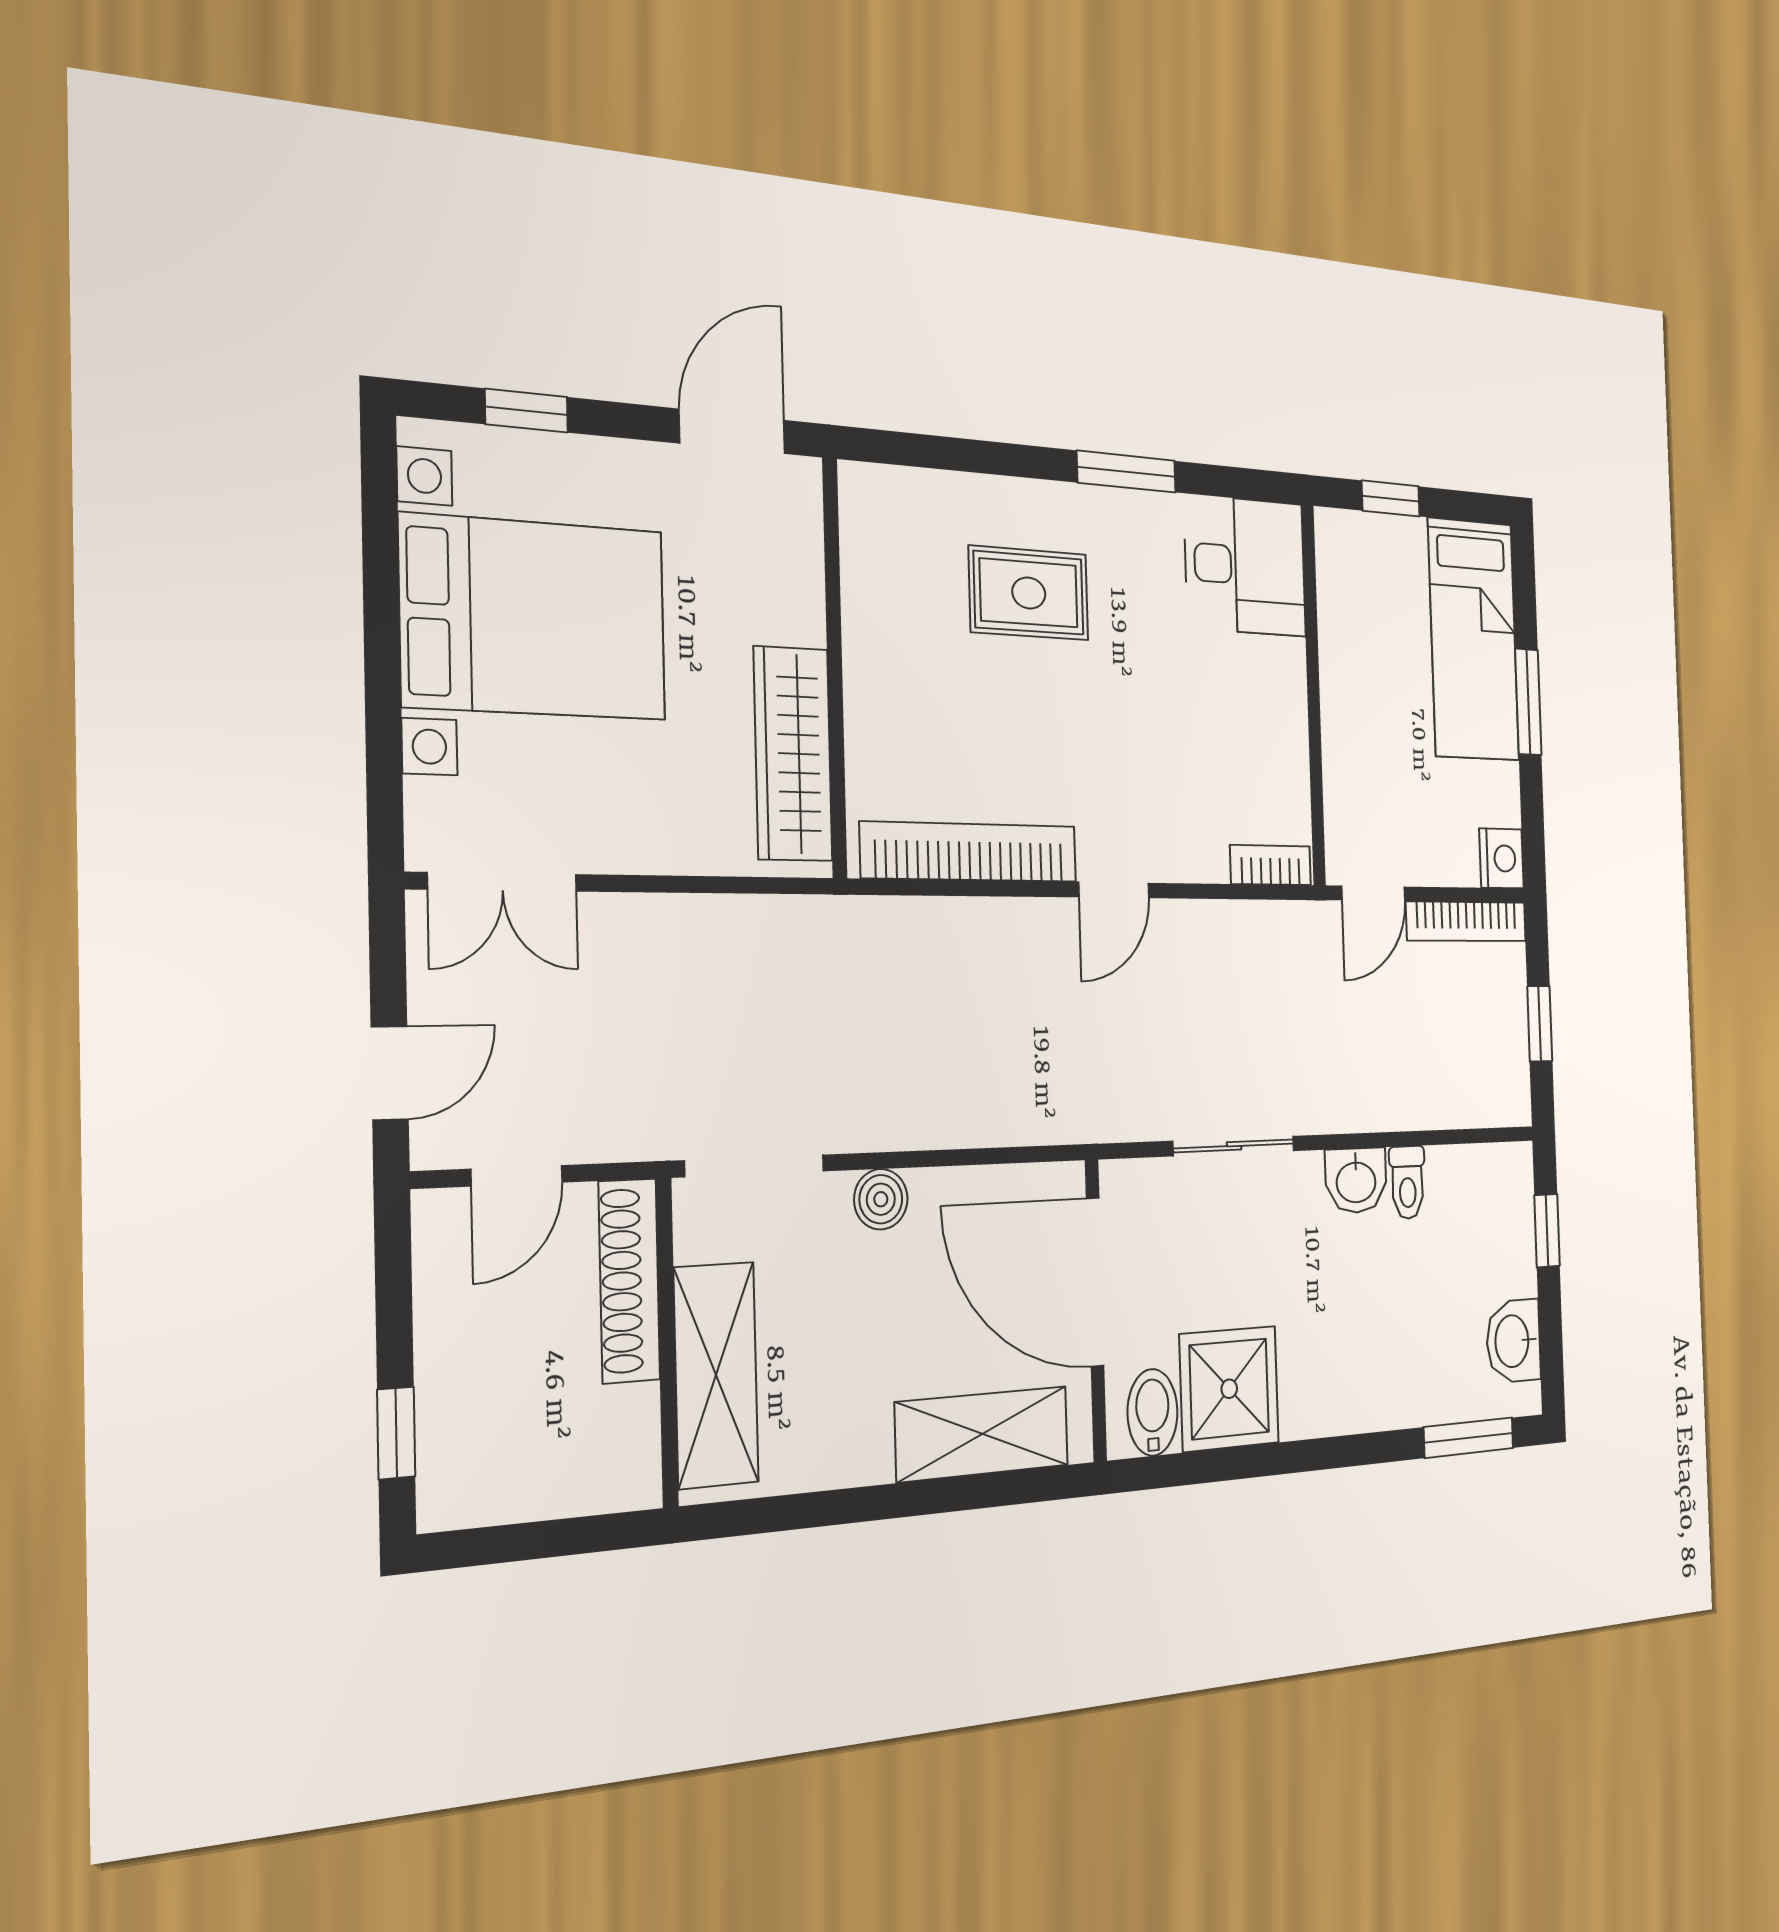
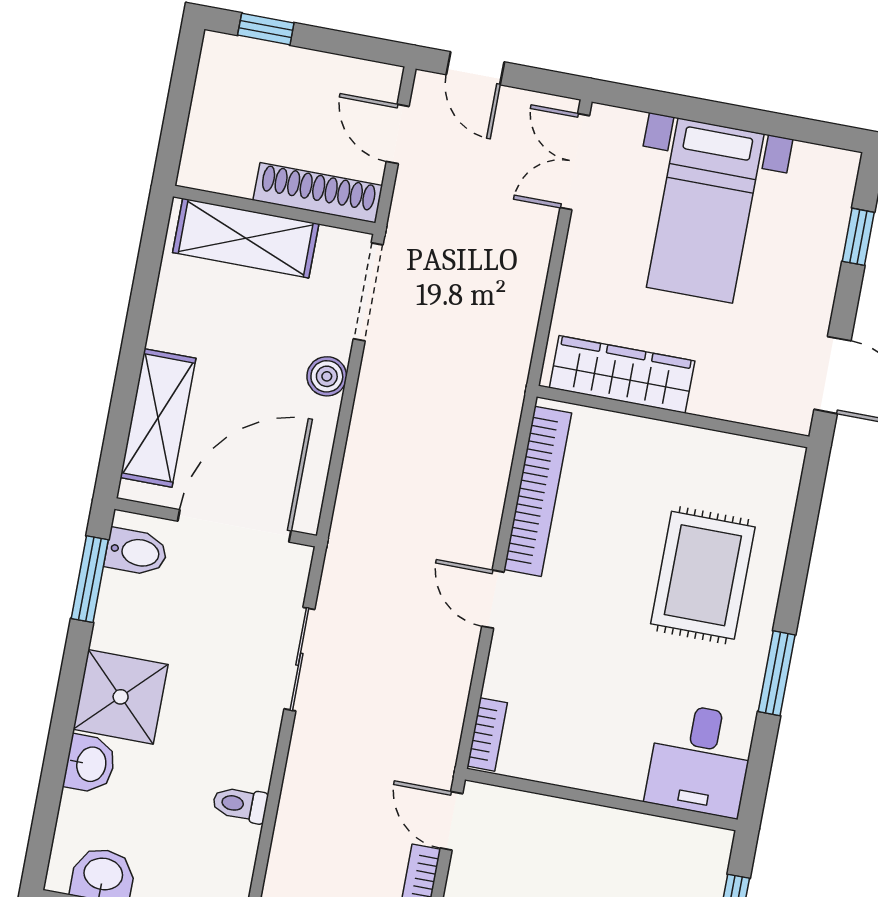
rug: (1029, 593) -> (703, 575), width x1.36, depth x1.43
bed with nightstands: (534, 618) -> (705, 211), width x0.73
washbasin: (1356, 1180) -> (90, 764), moved, turned 180
shower: (1229, 1389) -> (121, 697), moved
window: (1469, 1438) -> (90, 579), moved

